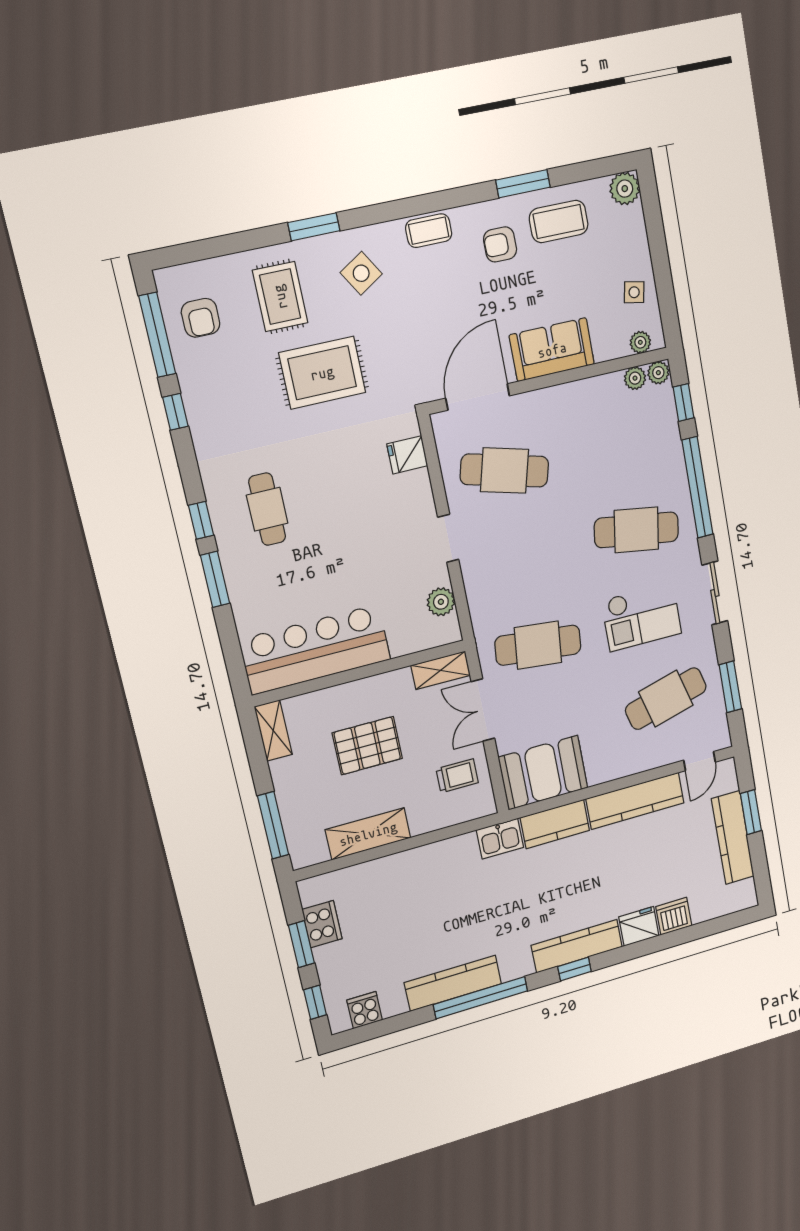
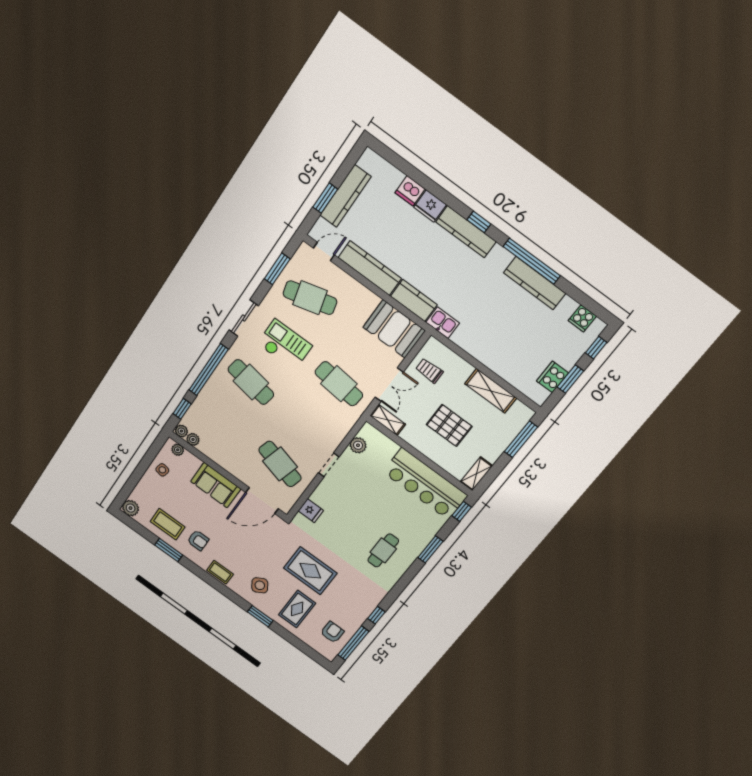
window: (201, 520) -> (462, 511), moved

